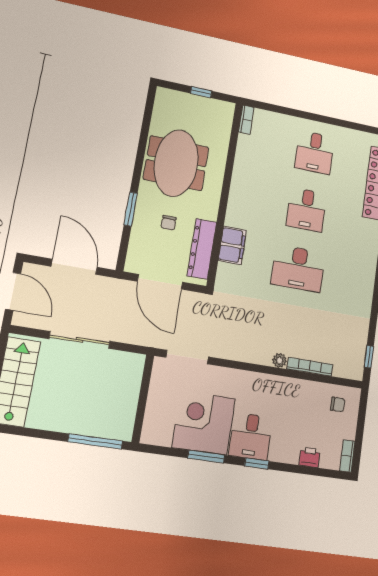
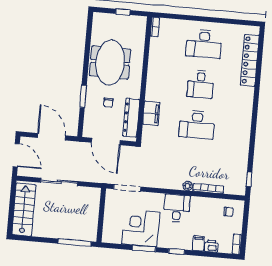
desk: (315, 152) -> (204, 44), width x1.37
desk: (251, 436) -> (177, 208), moved, turned 180
filing cabinet: (291, 452) -> (198, 243), added

